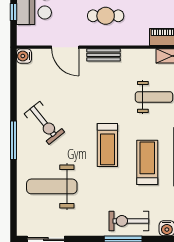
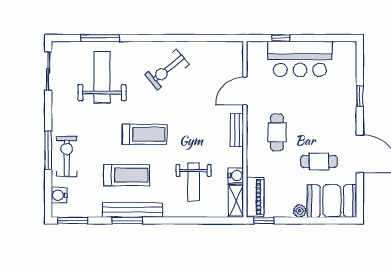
water cooler: (24, 56) -> (236, 175), moved, turned 90
window: (13, 140) -> (100, 38), moved
treadmill: (107, 145) -> (144, 134), turned 180

